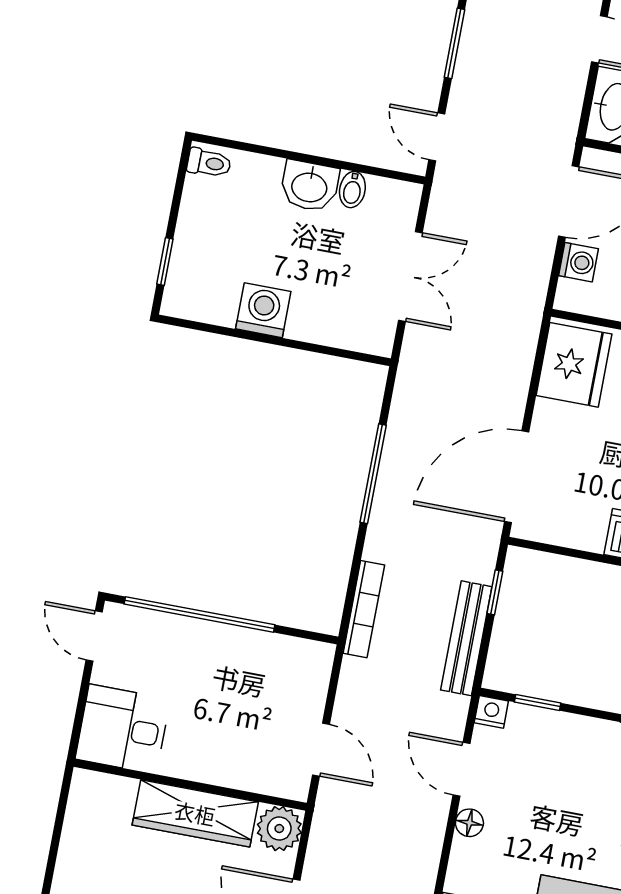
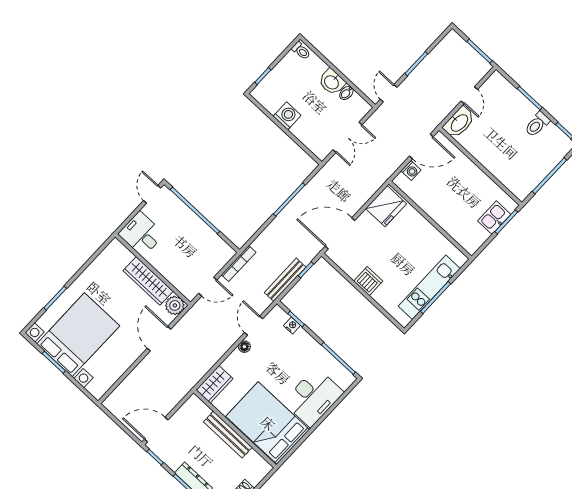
bookcase: (364, 609) -> (239, 264), moved
nightstand: (491, 712) -> (292, 326), moved
door: (321, 750) -> (208, 287), hinge flipped

